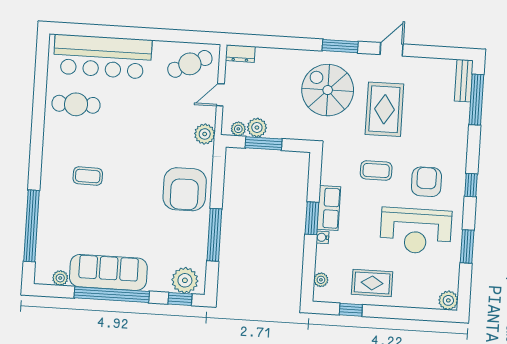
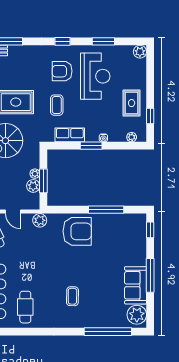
plant: (238, 129) -> (35, 174), moved
row of seats: (329, 208) -> (70, 135), moved
sofa: (108, 272) -> (136, 285), width x0.73
plant: (60, 278) -> (137, 315), width x1.88, depth x1.88
plant: (185, 280) -> (138, 227), removed
window: (112, 295) -> (150, 275), width x0.68

